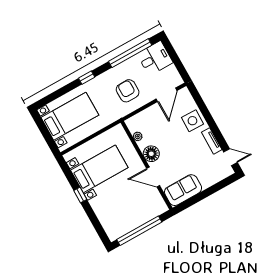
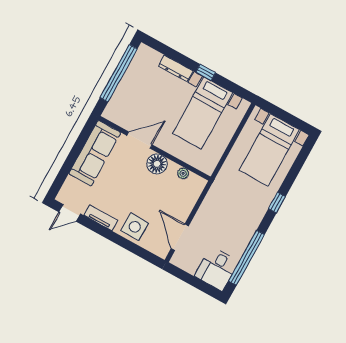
armchair: (128, 91) -> (224, 216), removed
sofa: (183, 190) -> (95, 153), width x1.36
dresser: (99, 210) -> (176, 68), added

